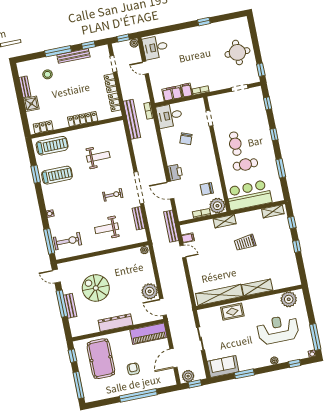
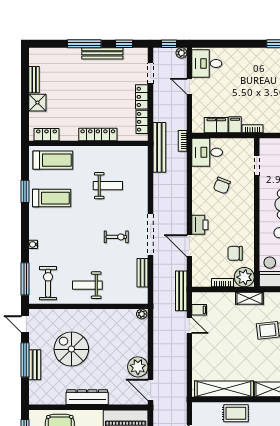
stool: (47, 74) -> (65, 70), removed
weight bench: (107, 228) -> (87, 285), moved
exercise bike: (68, 241) -> (48, 283), turned -90

